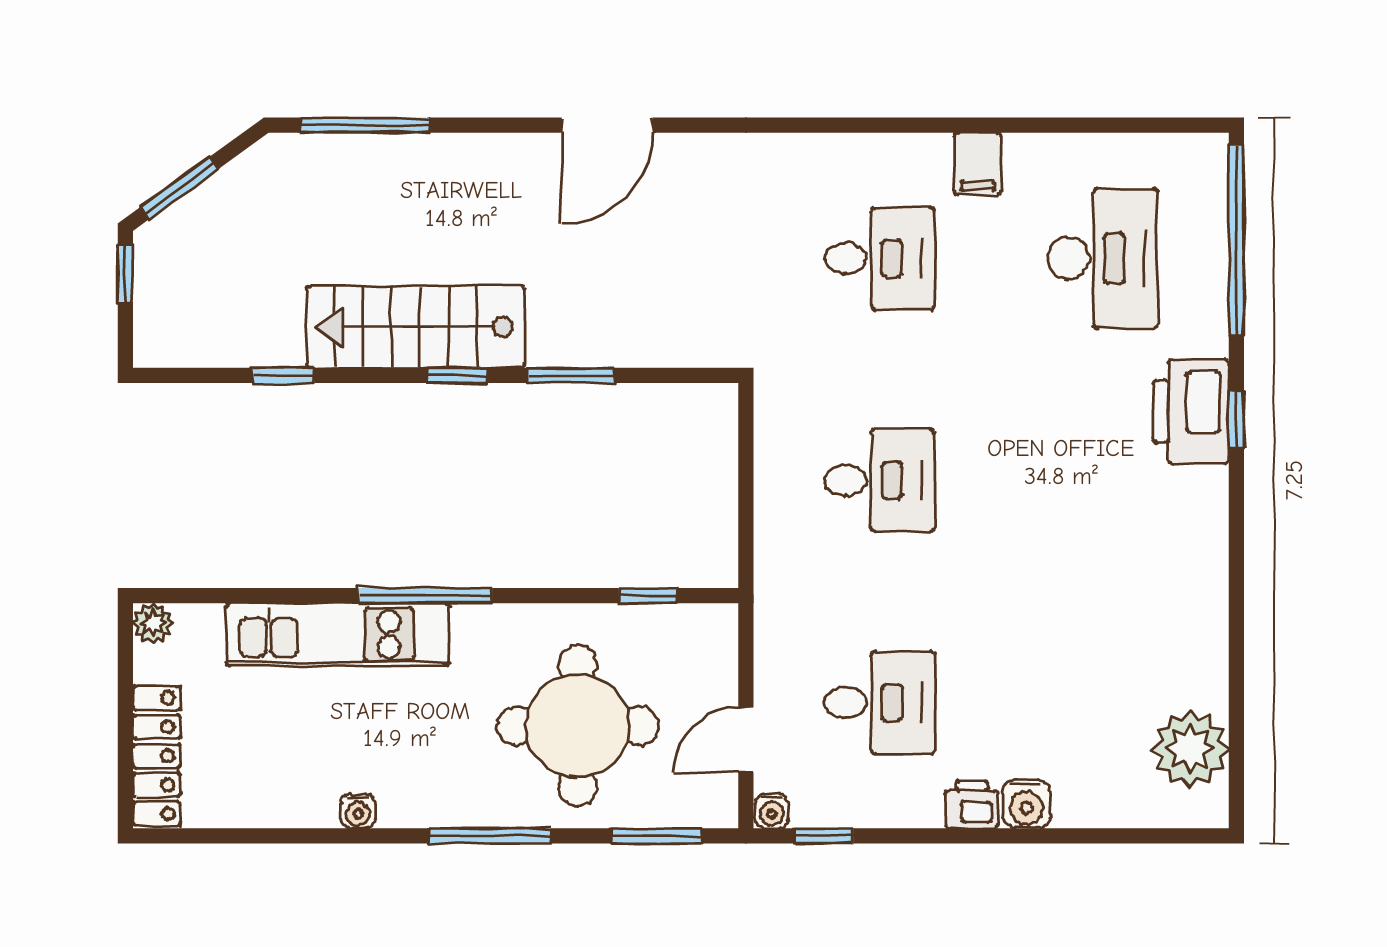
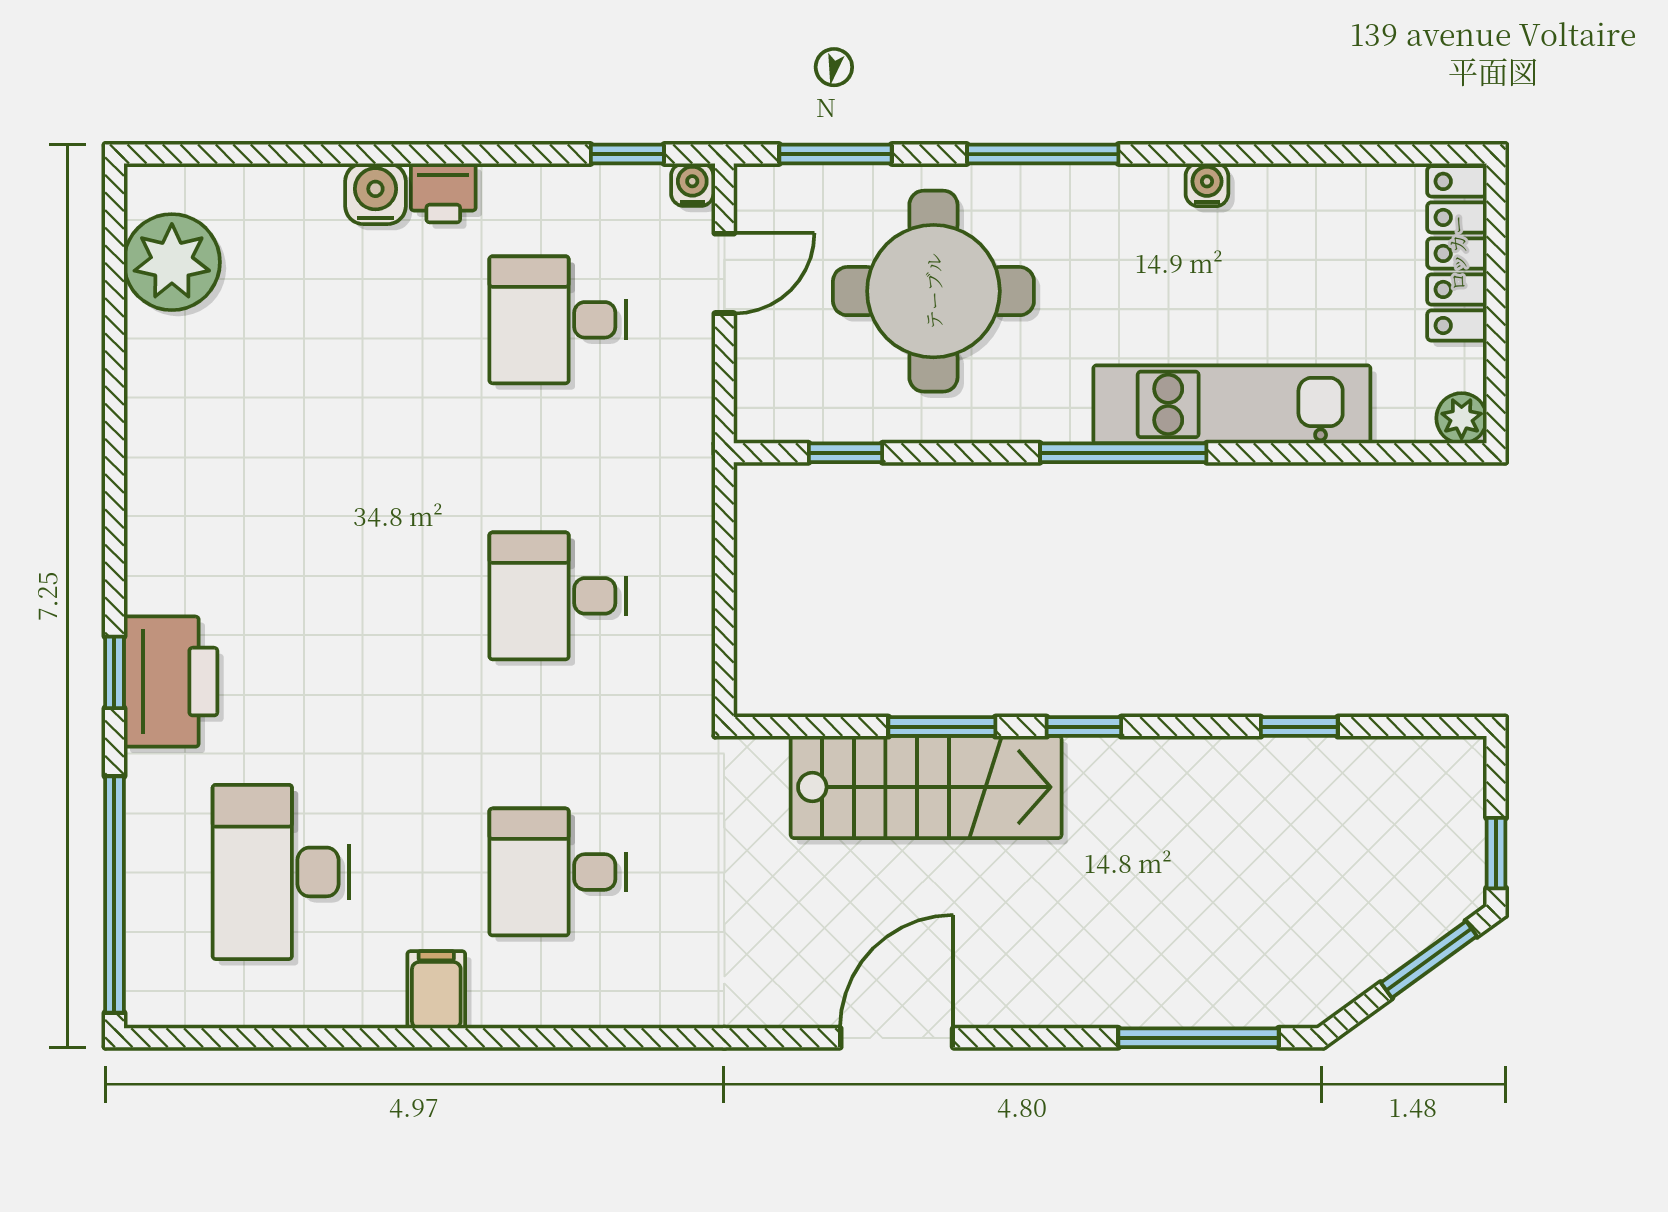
stairs: (416, 327) -> (926, 787), moved

